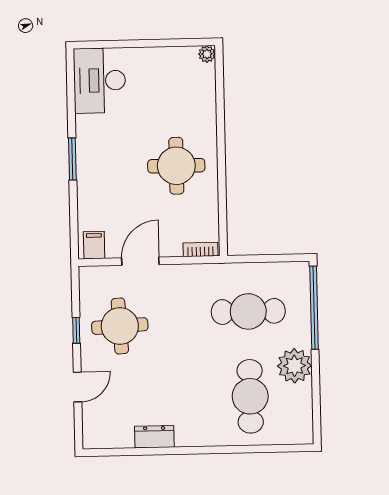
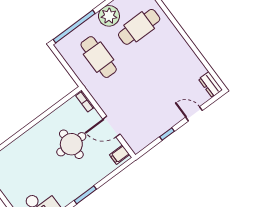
round table: (176, 166) -> (71, 144), moved
round table: (120, 326) -> (150, 114), removed
dresser: (154, 437) -> (210, 85), moved

